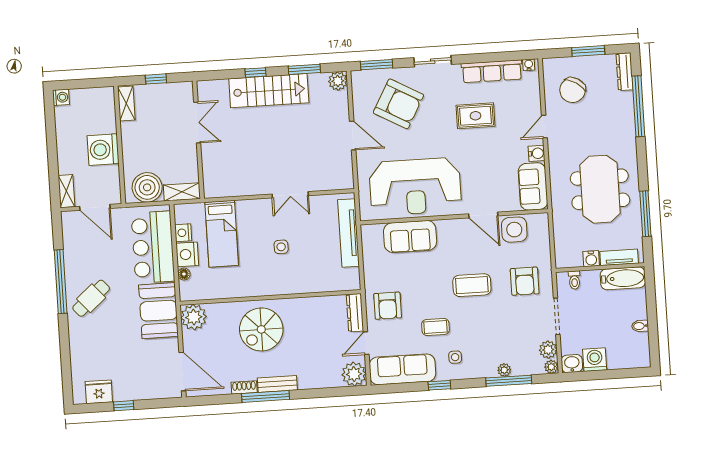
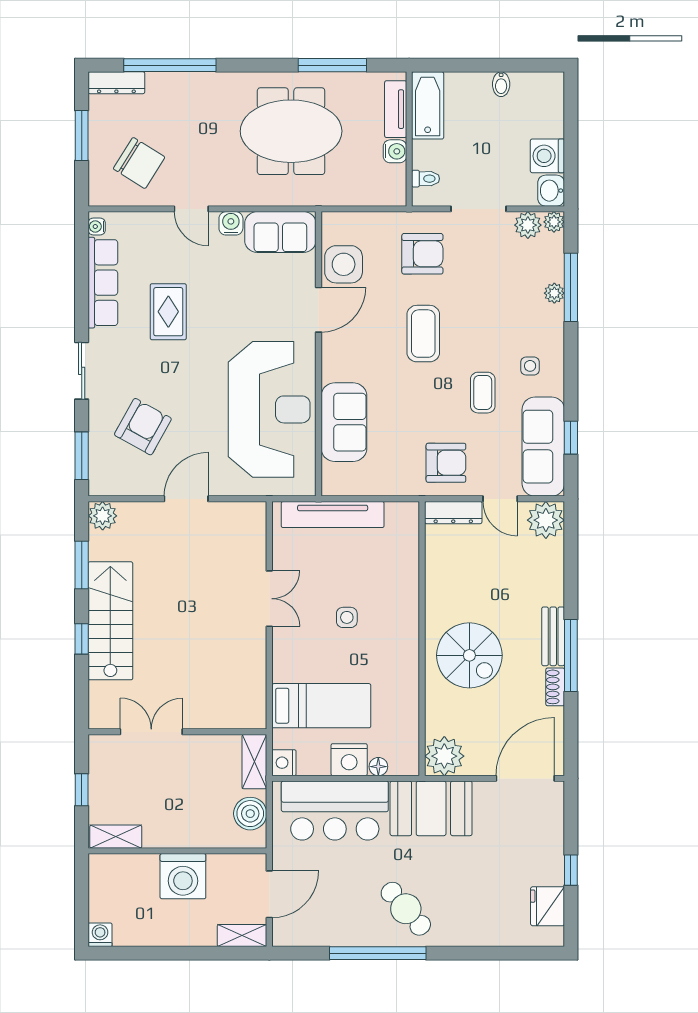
armchair: (398, 104) -> (143, 427), width x0.73, depth x0.73
boiler: (147, 187) -> (250, 814), width x0.73, depth x0.73
nightstand: (183, 233) -> (284, 763), moved, turned 90
window: (439, 385) -> (571, 438), moved

